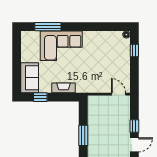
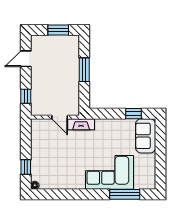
fireplace: (64, 88) -> (81, 124), moved
door: (119, 94) -> (60, 117), moved
window: (134, 126) -> (26, 96), moved

